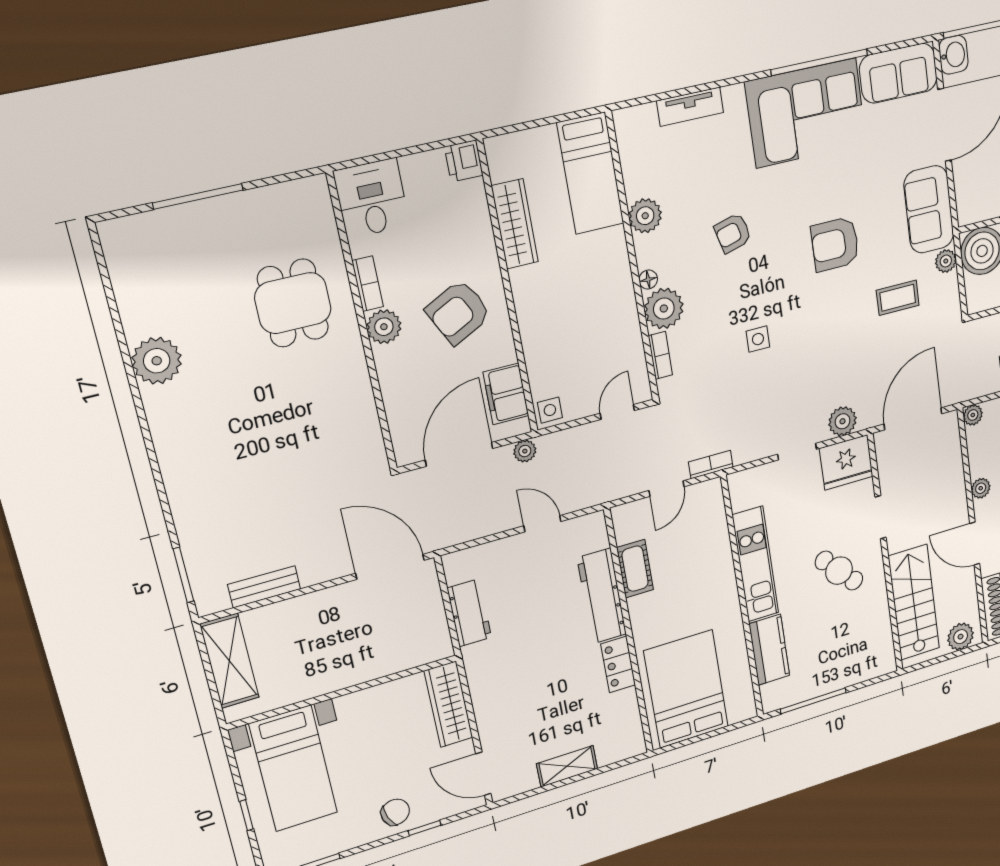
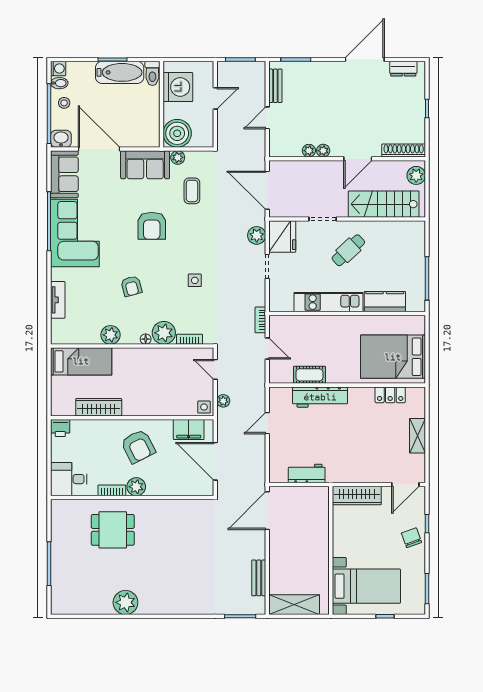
plant: (973, 415) -> (309, 151), moved
plant: (525, 451) -> (223, 401), moved
locker: (618, 665) -> (390, 395), moved

